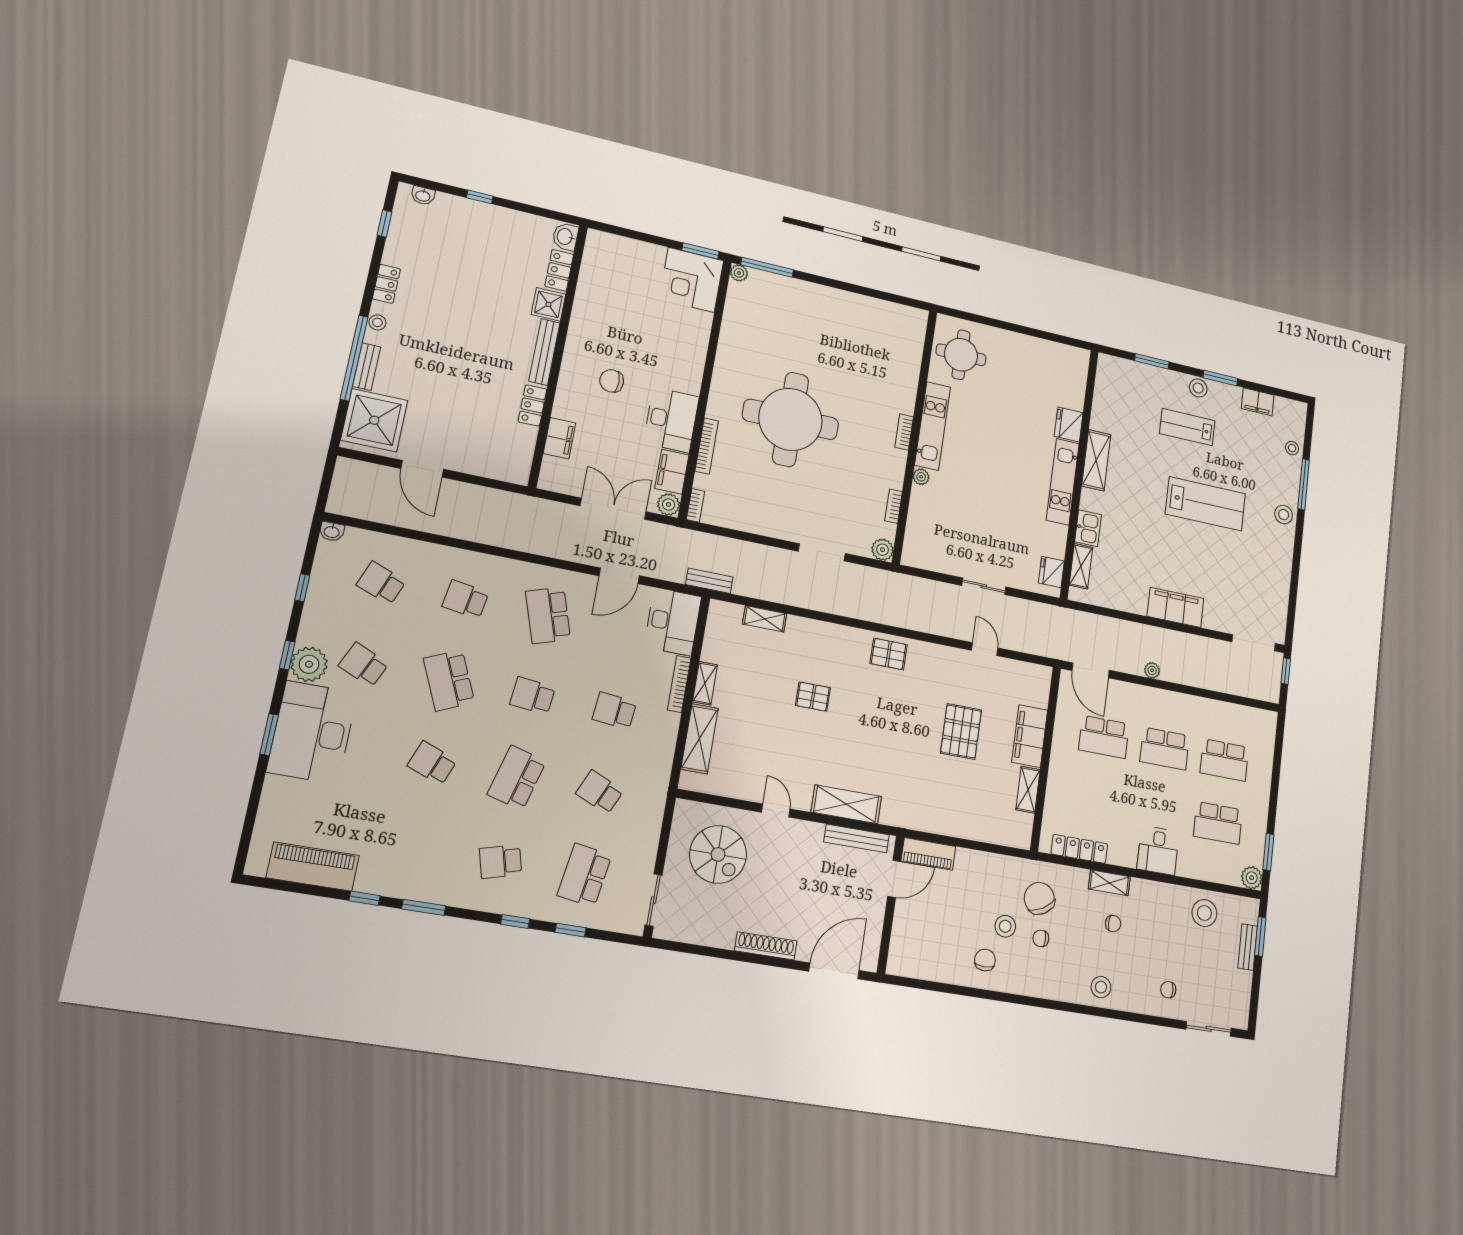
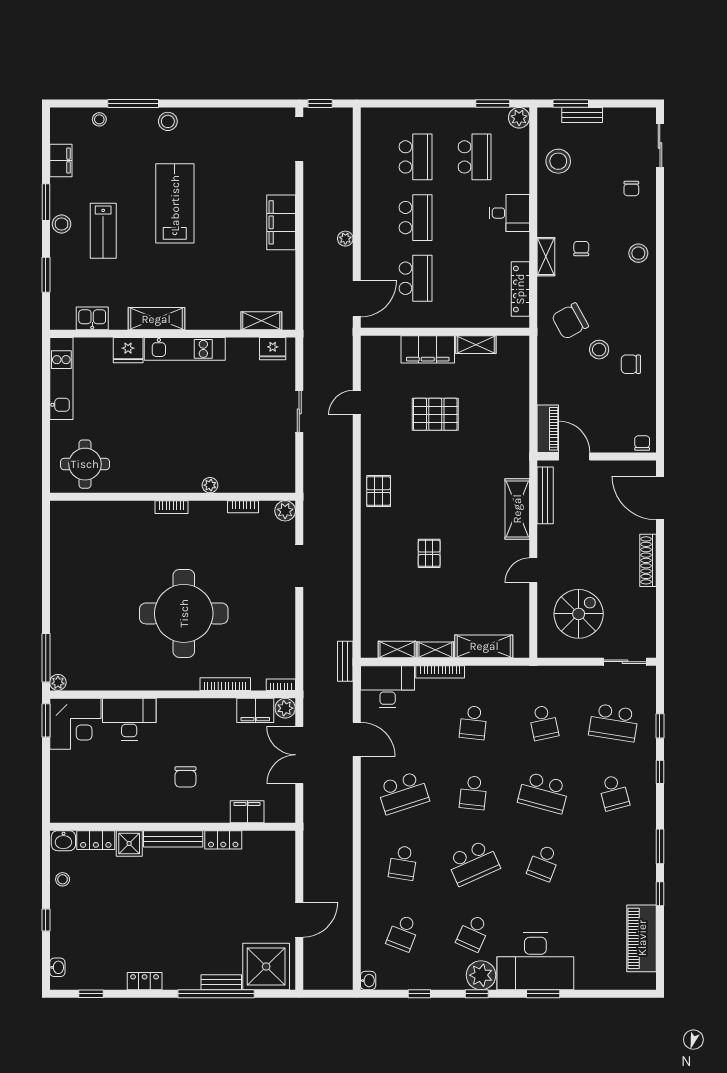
stool: (377, 322) -> (63, 879), moved
desk: (671, 420) -> (129, 719), moved
kitchen unit: (933, 426) -> (61, 378), moved, turned 90
kitchen sink: (1088, 528) -> (92, 318), moved
shelving: (765, 619) -> (397, 649), moved, turned 90
school desk: (600, 792) -> (544, 723), turned -36
chair: (1041, 938) -> (642, 443), moved, turned 180

